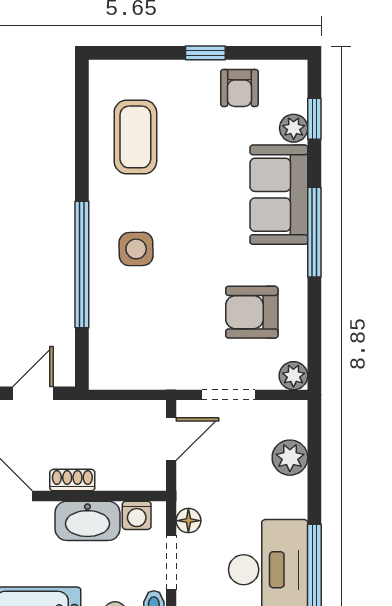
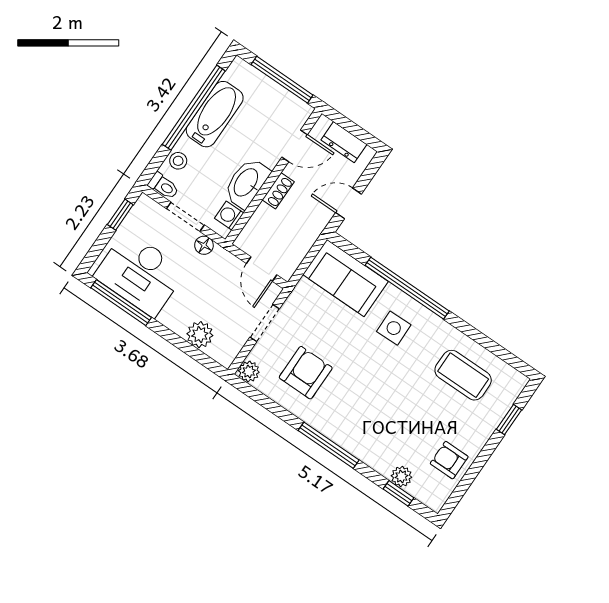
window: (205, 53) -> (509, 420), moved
sofa: (279, 195) -> (345, 278), moved, turned 180
door: (33, 393) -> (348, 203), swing flipped

